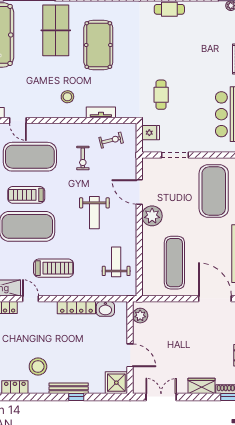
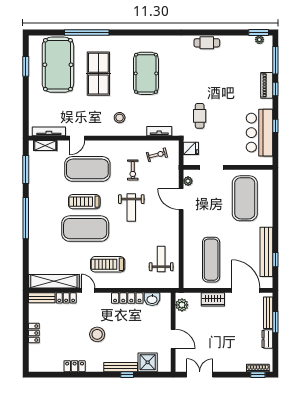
table tennis table: (56, 30) -> (98, 74), moved
tv unit: (101, 112) -> (159, 131), moved
door: (18, 121) -> (77, 138), hinge flipped
weight bench: (94, 213) -> (131, 207), moved
plant: (152, 216) -> (188, 181), moved, width x0.53, depth x0.53
treadmill: (54, 268) -> (108, 264), turned 180
stool: (38, 367) -> (97, 334), moved
shower: (116, 383) -> (148, 362), moved
wardrobe: (202, 386) -> (213, 299), moved, turned 180

